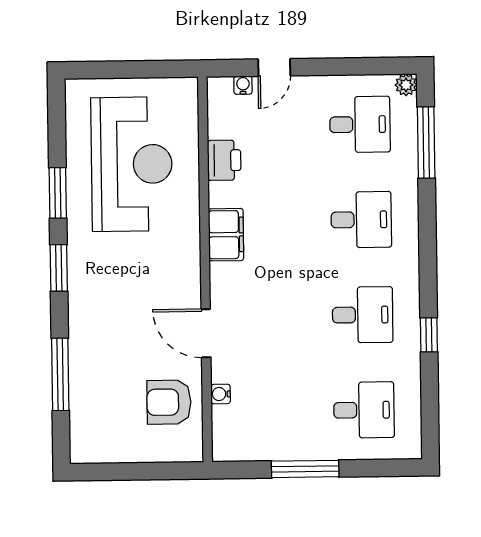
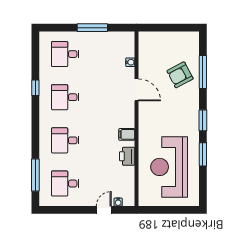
plant: (406, 85) -> (44, 201), removed
printer: (224, 160) -> (127, 156), moved
filing cabinet: (226, 235) -> (127, 134), width x0.50
armchair: (169, 402) -> (180, 75), moved, turned 152

